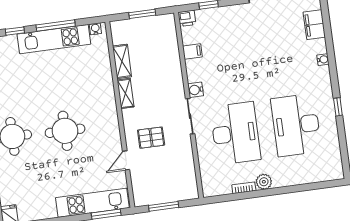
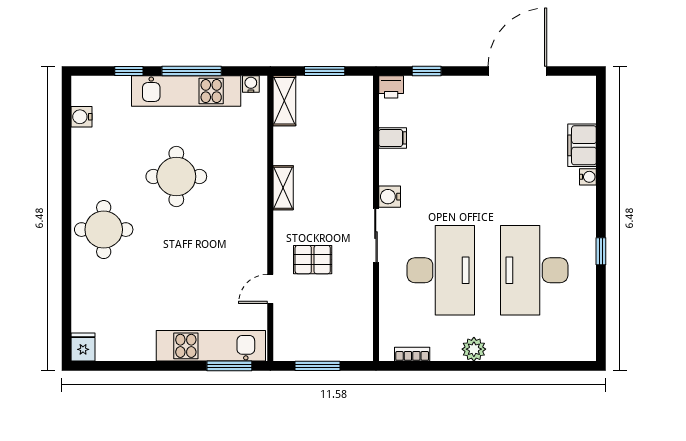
filing cabinet: (314, 25) -> (582, 145), moved
shelving: (122, 61) -> (284, 101), moved
round table: (65, 131) -> (176, 177), moved
bookcase: (244, 188) -> (412, 354), moved

